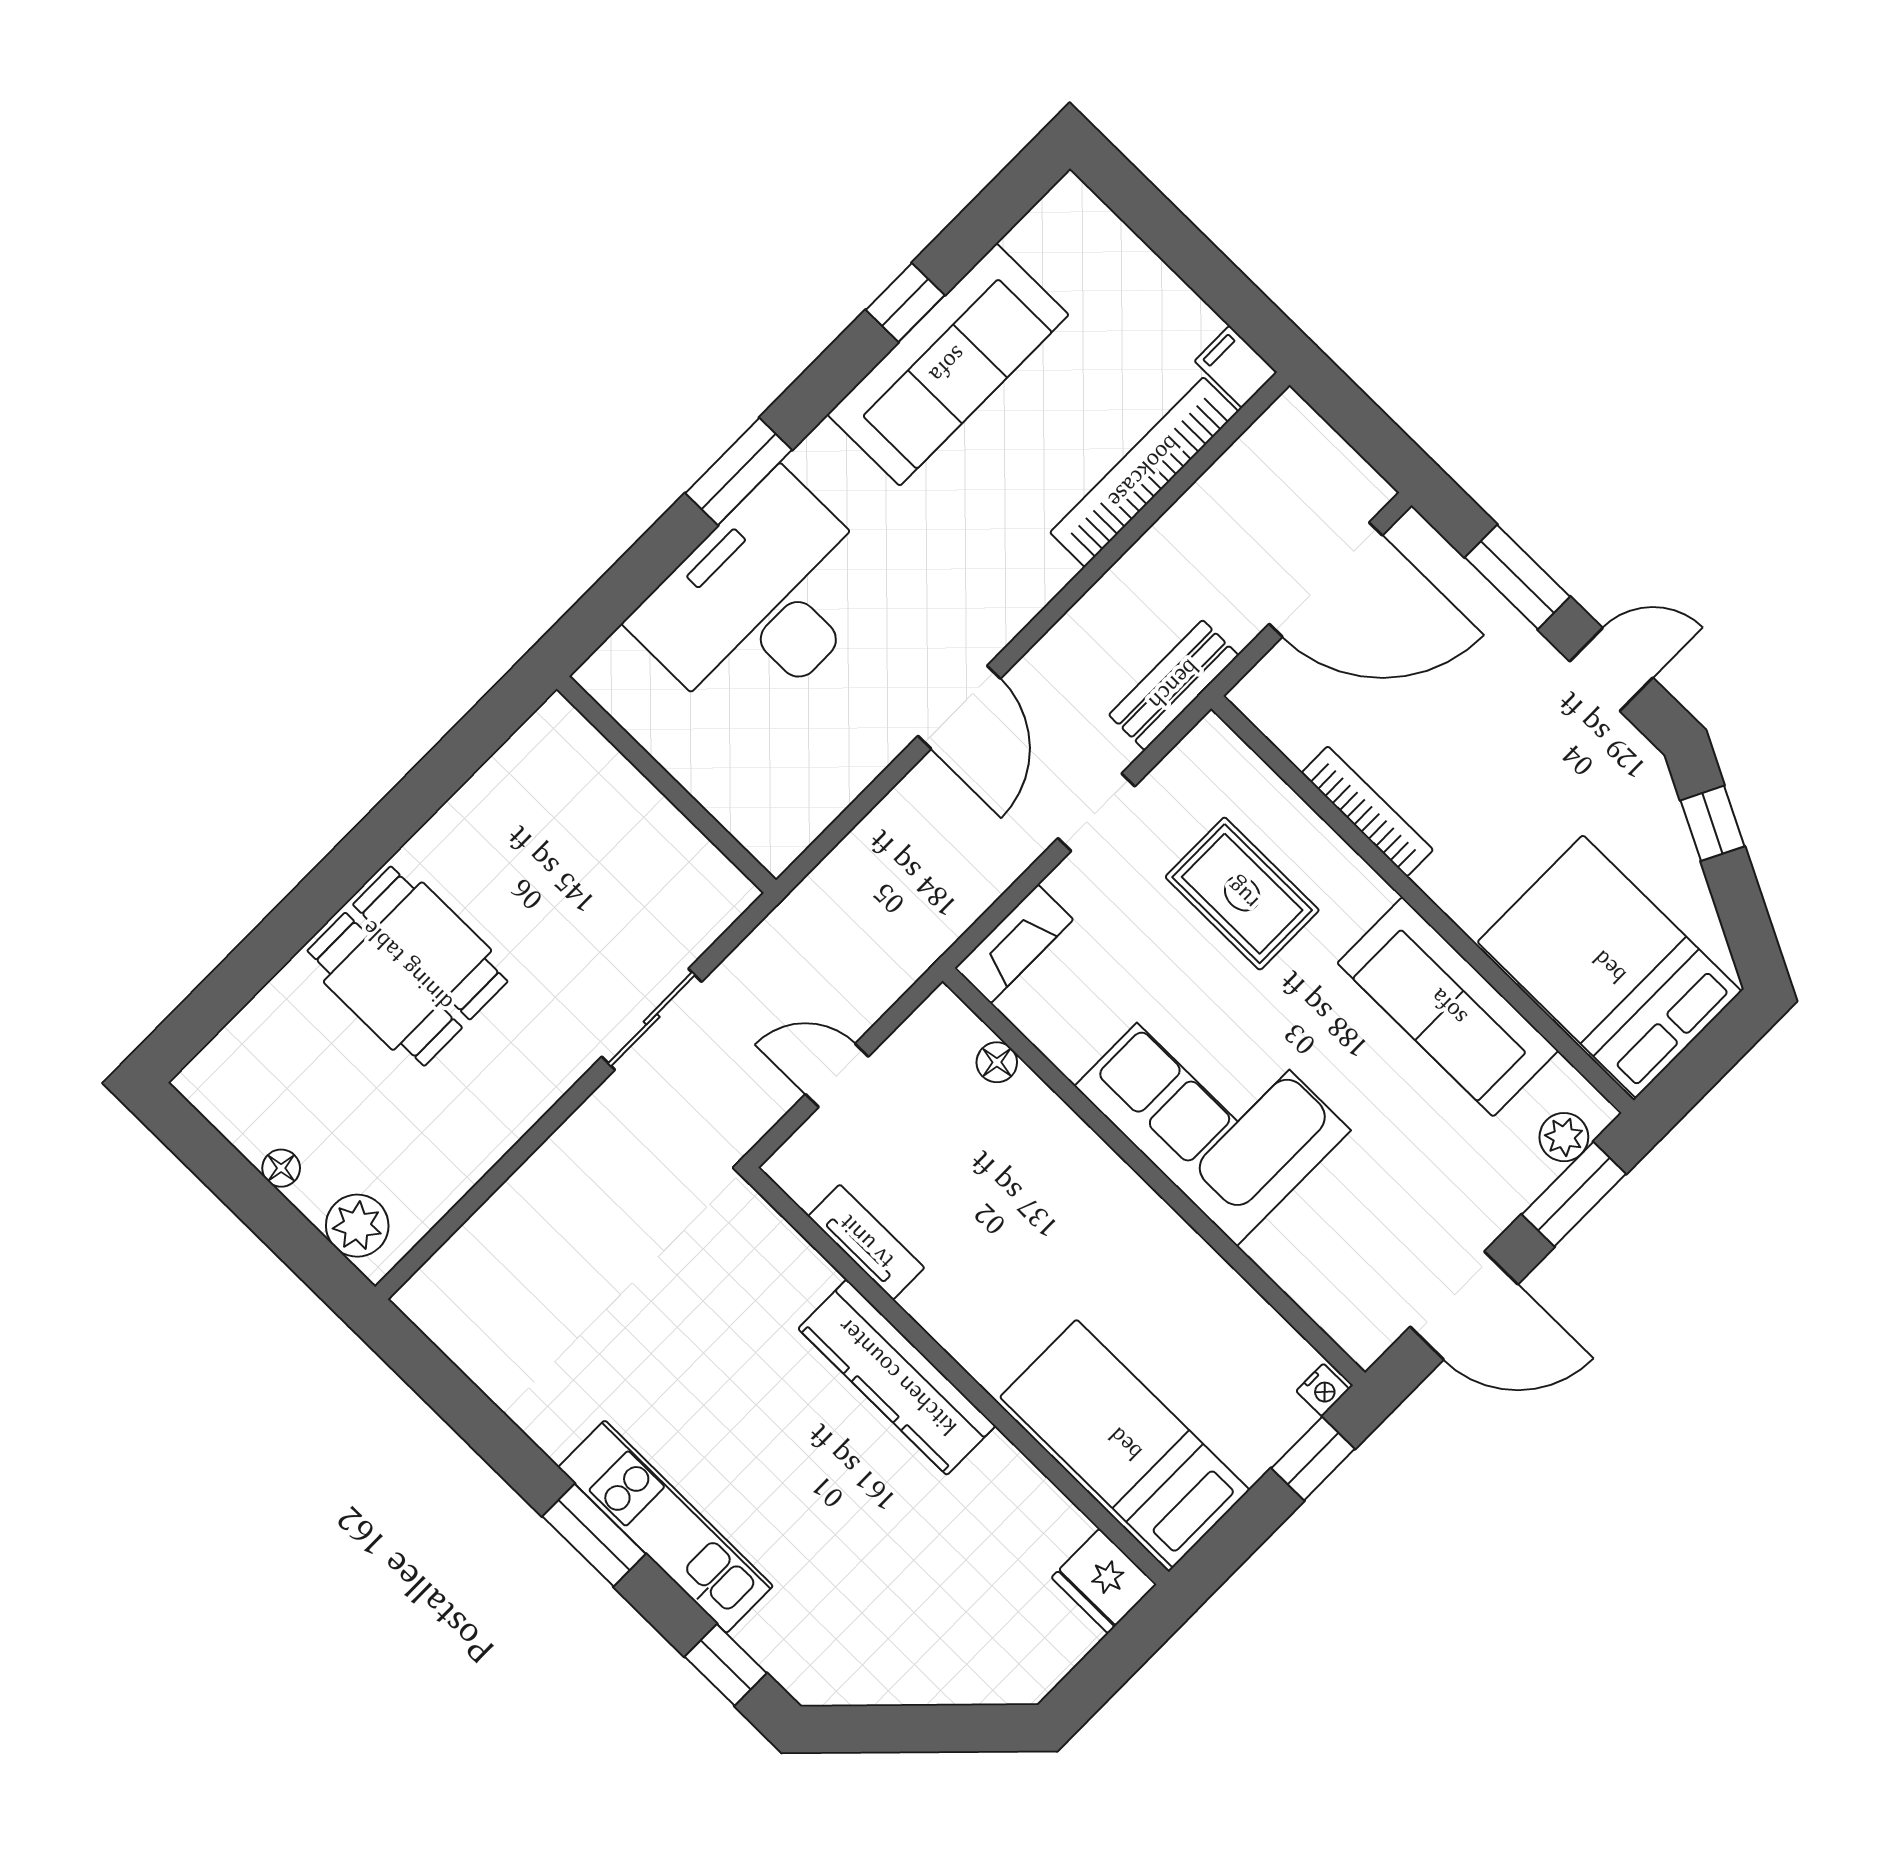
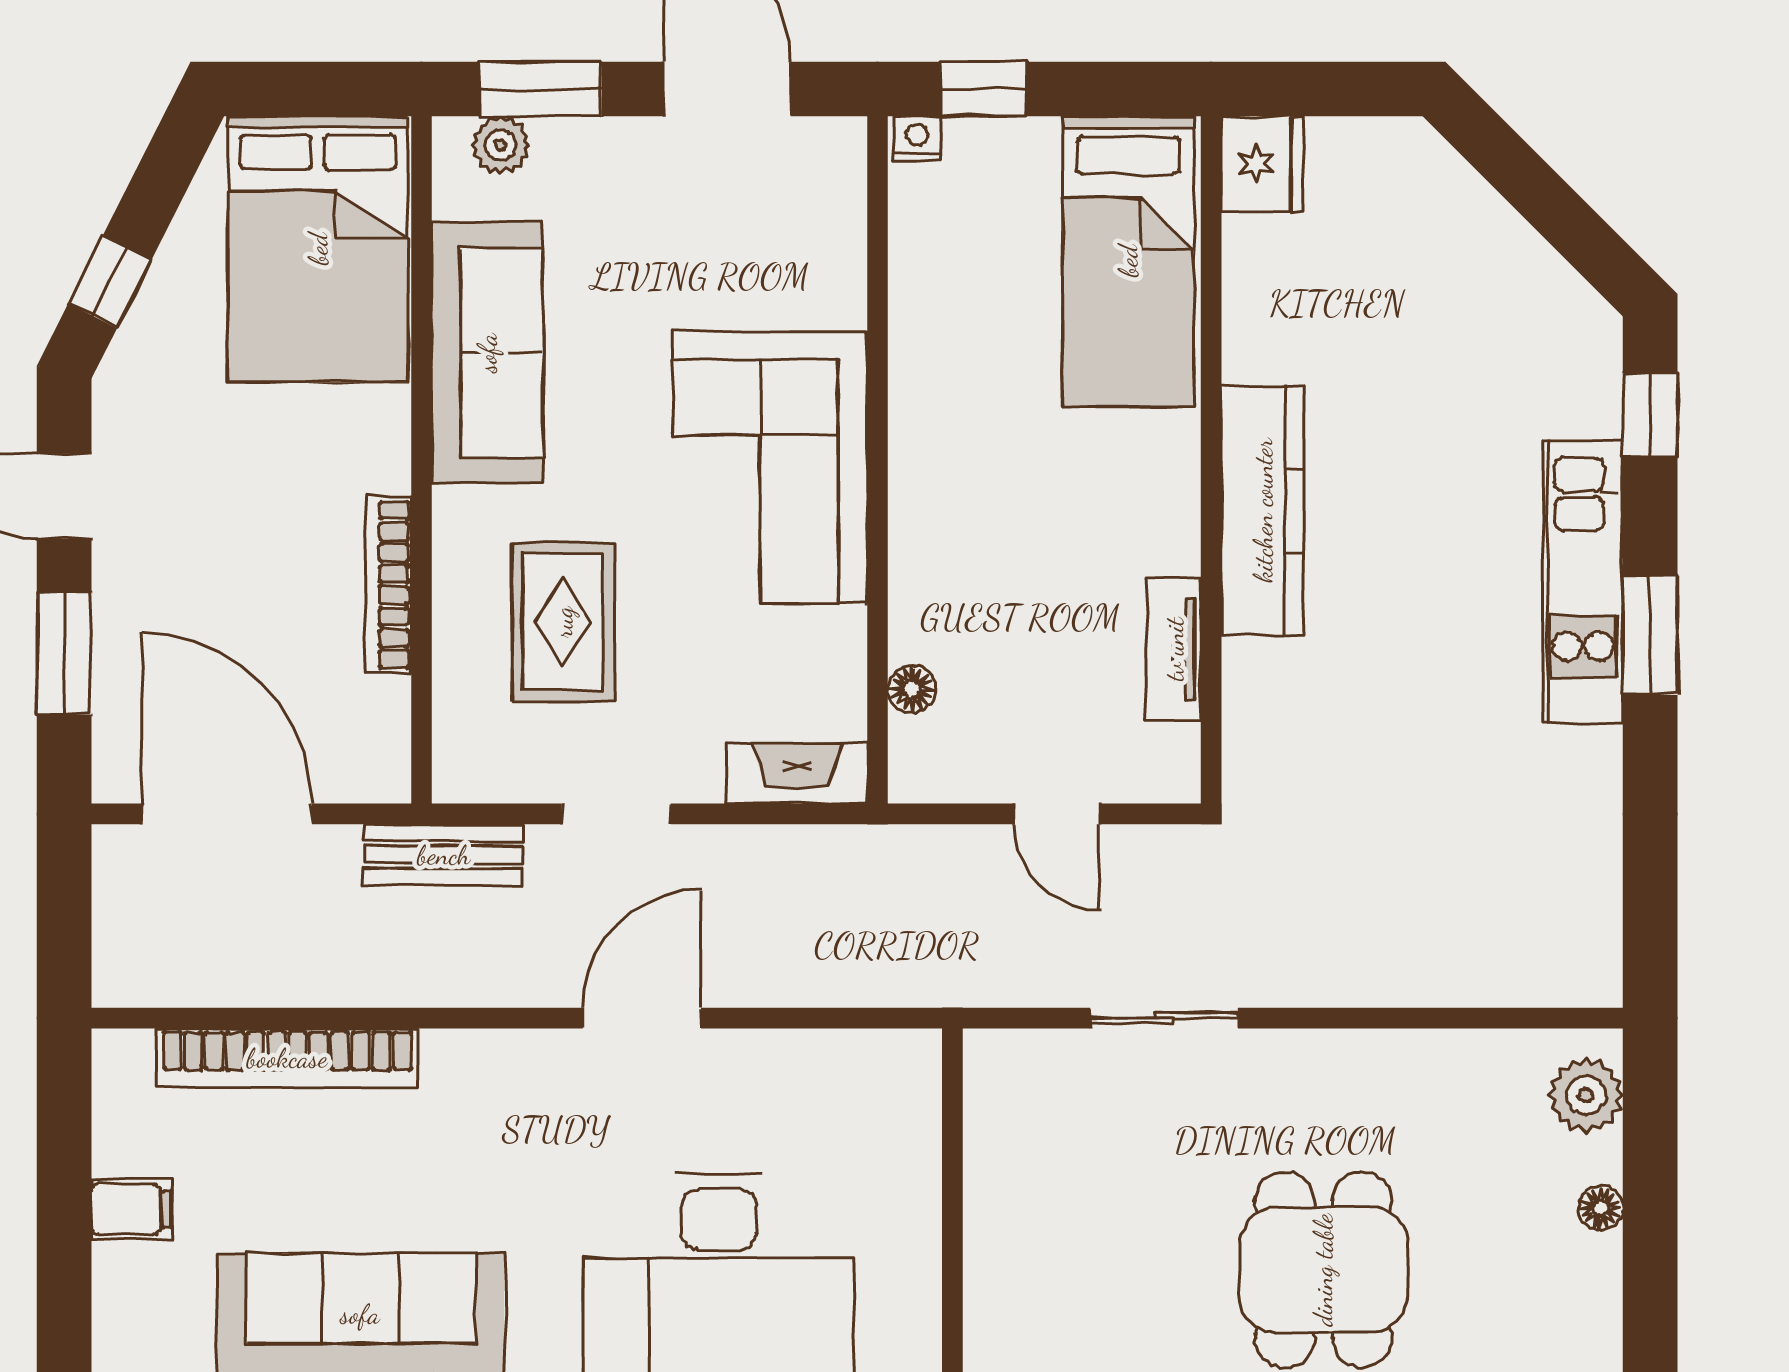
filing cabinet: (1236, 367) -> (131, 1209), moved, turned -90

